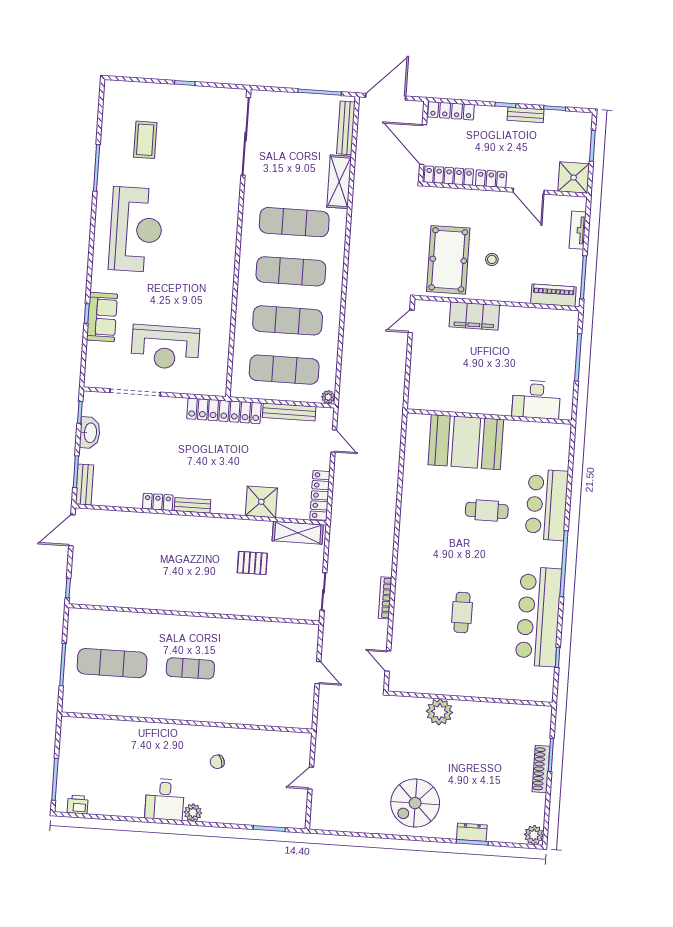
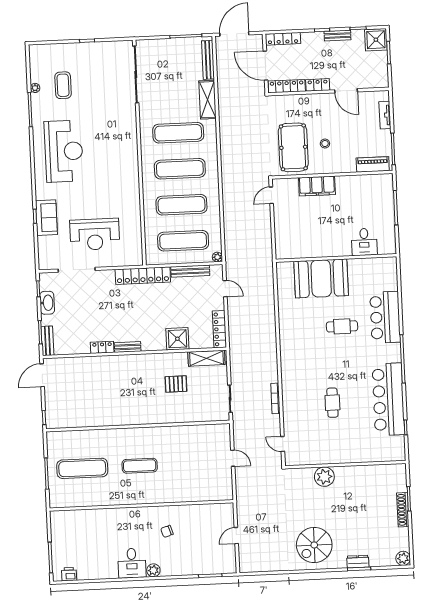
plant: (107, 139) -> (35, 88), added
shower: (574, 178) -> (376, 40), moved
desk: (536, 400) -> (364, 242), width x0.73

